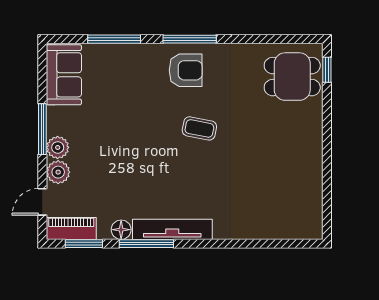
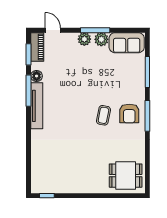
window: (327, 70) -> (47, 196), moved
dining table: (292, 77) -> (126, 176), turned 90
coffee table: (199, 128) -> (103, 115), moved
plant: (58, 172) -> (101, 39), moved

